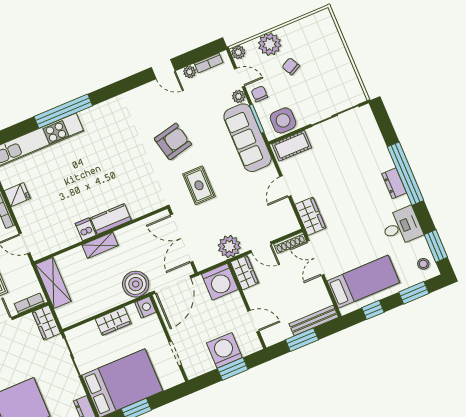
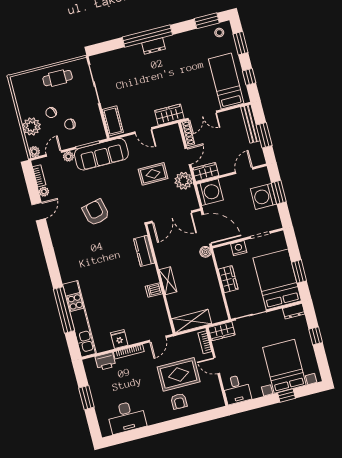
cafe table: (336, 68) -> (58, 78), added
chair: (259, 94) -> (70, 124), moved
window: (63, 111) -> (64, 310), moved
side table: (283, 120) -> (92, 125), removed
rug: (199, 185) -> (153, 174), moved
kitchen counter: (111, 219) -> (144, 251), moved
desk: (402, 227) -> (188, 45), removed
boiler: (136, 284) -> (205, 252), width x0.54, depth x0.54
nightstand: (145, 307) -> (239, 248), moved

